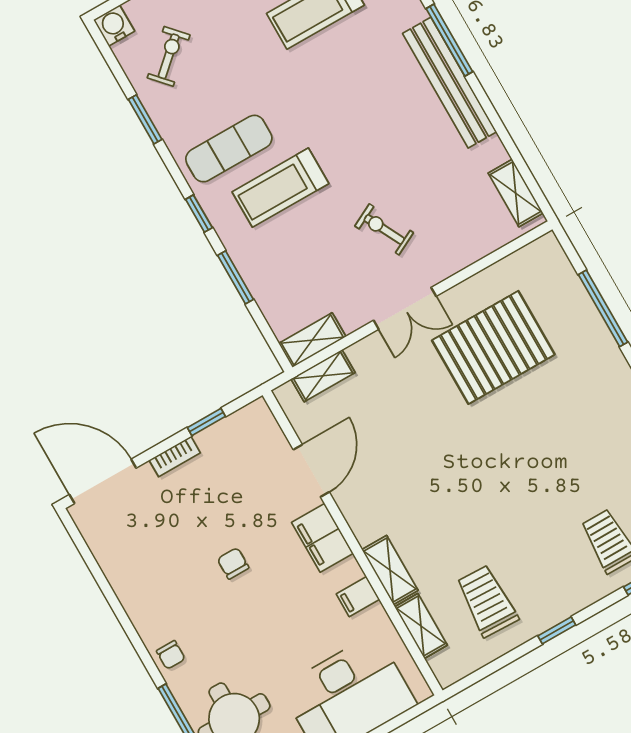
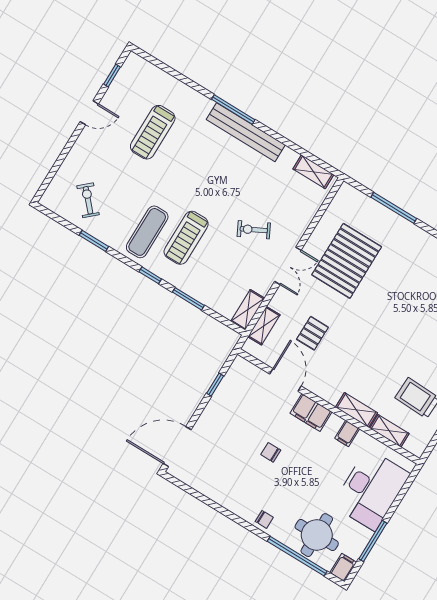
water cooler: (114, 26) -> (50, 200), removed
pallet: (387, 425) -> (312, 333), added
bookcase: (175, 457) -> (208, 412), removed

